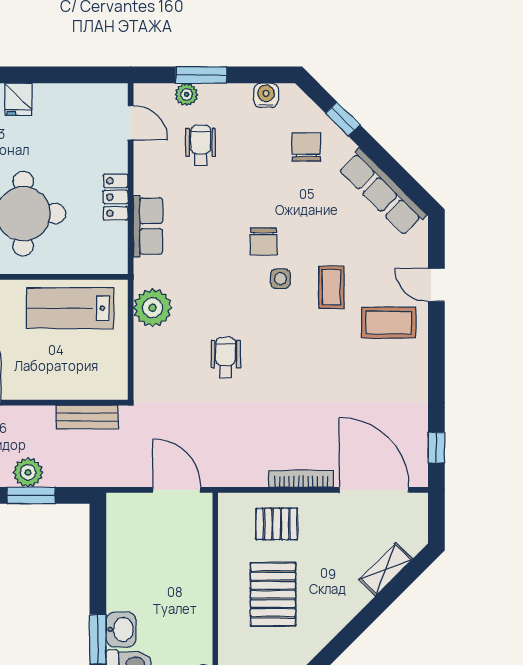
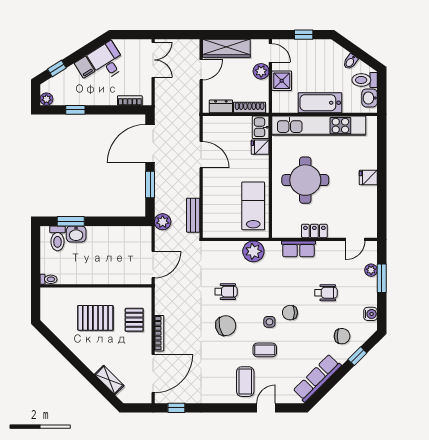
wheelchair: (201, 146) -> (326, 293), moved
chair: (287, 358) -> (226, 326), added
plant: (28, 472) -> (163, 222), moved

